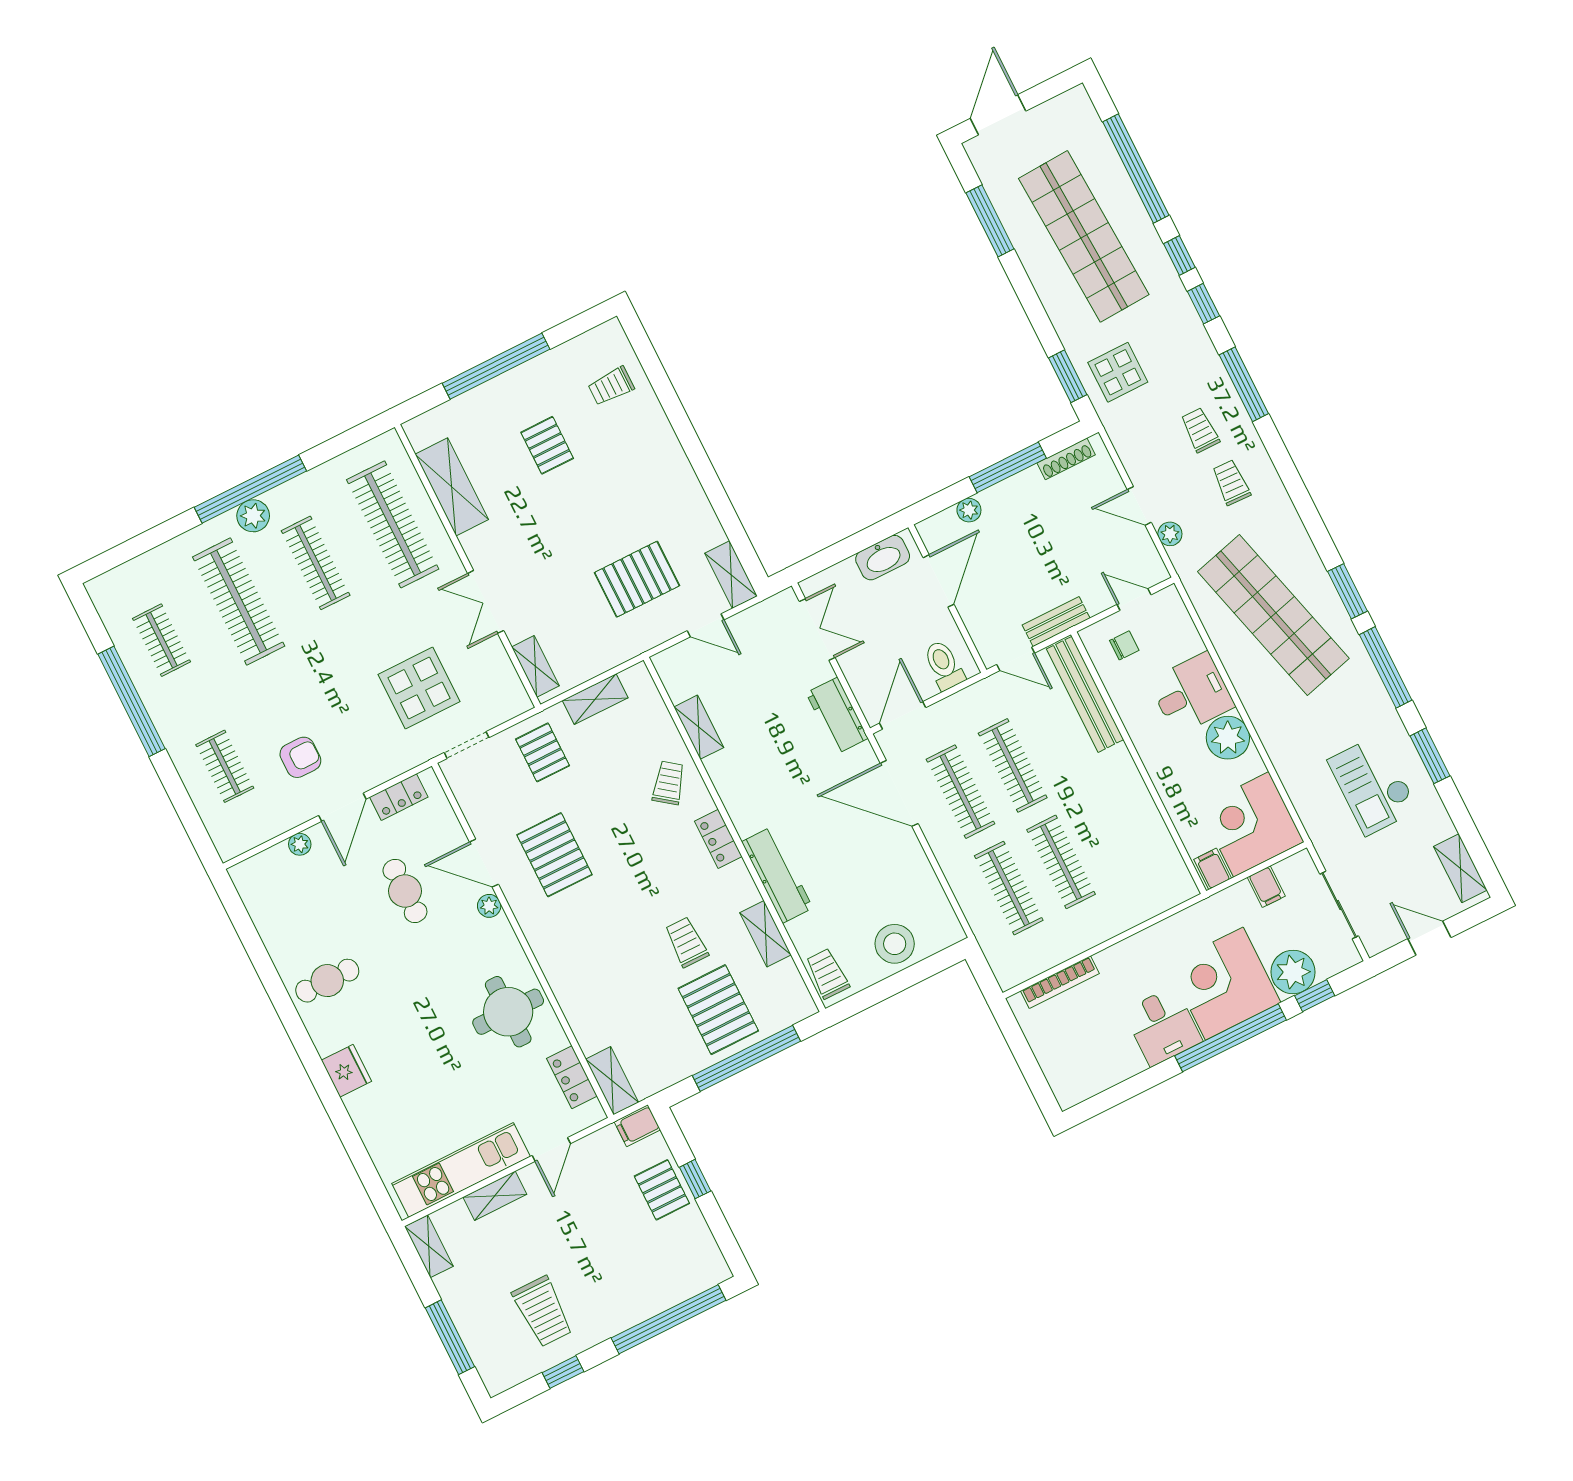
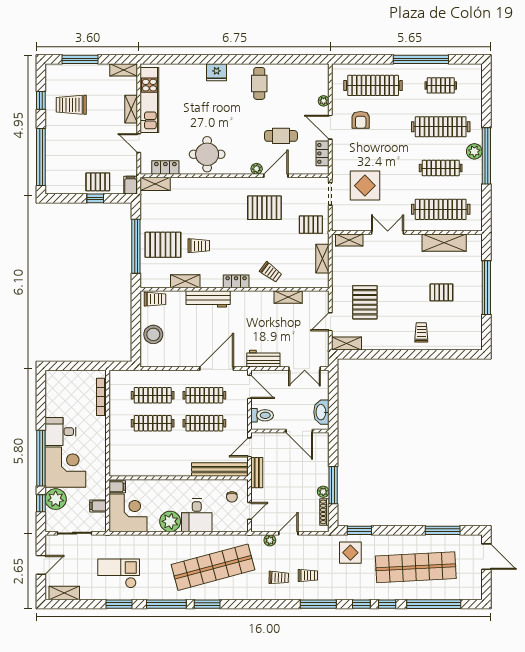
trolley: (611, 386) -> (421, 332), moved
plant: (969, 510) -> (323, 492), moved
clothes rail: (225, 766) -> (373, 85), width x1.86, depth x1.31

